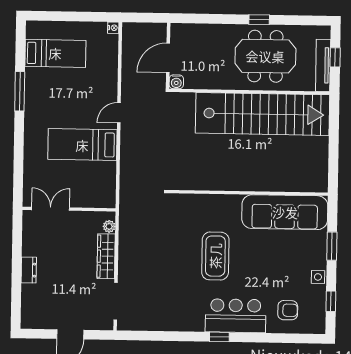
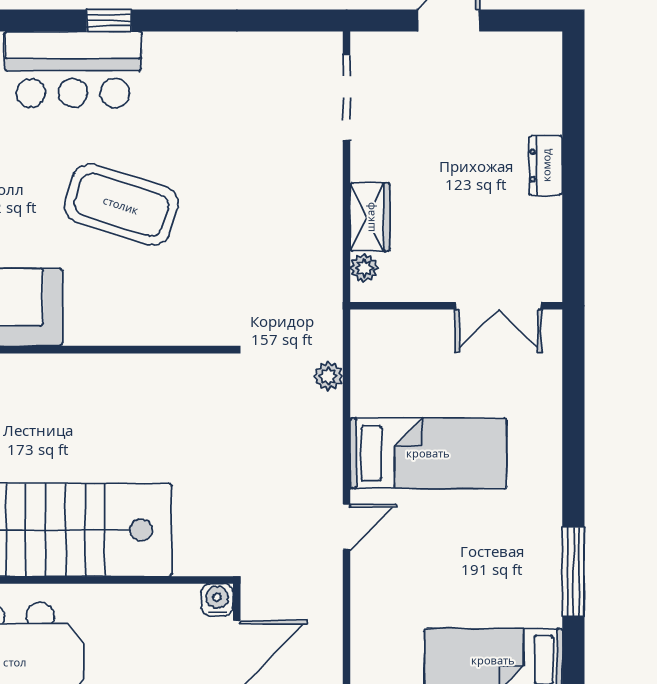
plant: (126, 179) -> (328, 376), added
wardrobe: (106, 256) -> (370, 217), width x0.67
coffee table: (215, 256) -> (121, 205), turned -72

